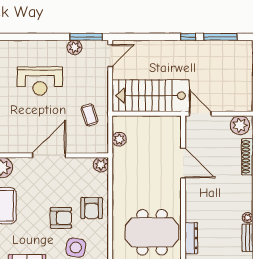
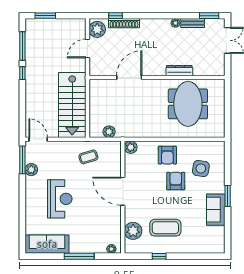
door: (200, 114) -> (87, 49), moved
armchair: (92, 208) -> (167, 155), turned 90
dresser: (191, 238) -> (179, 71), moved

